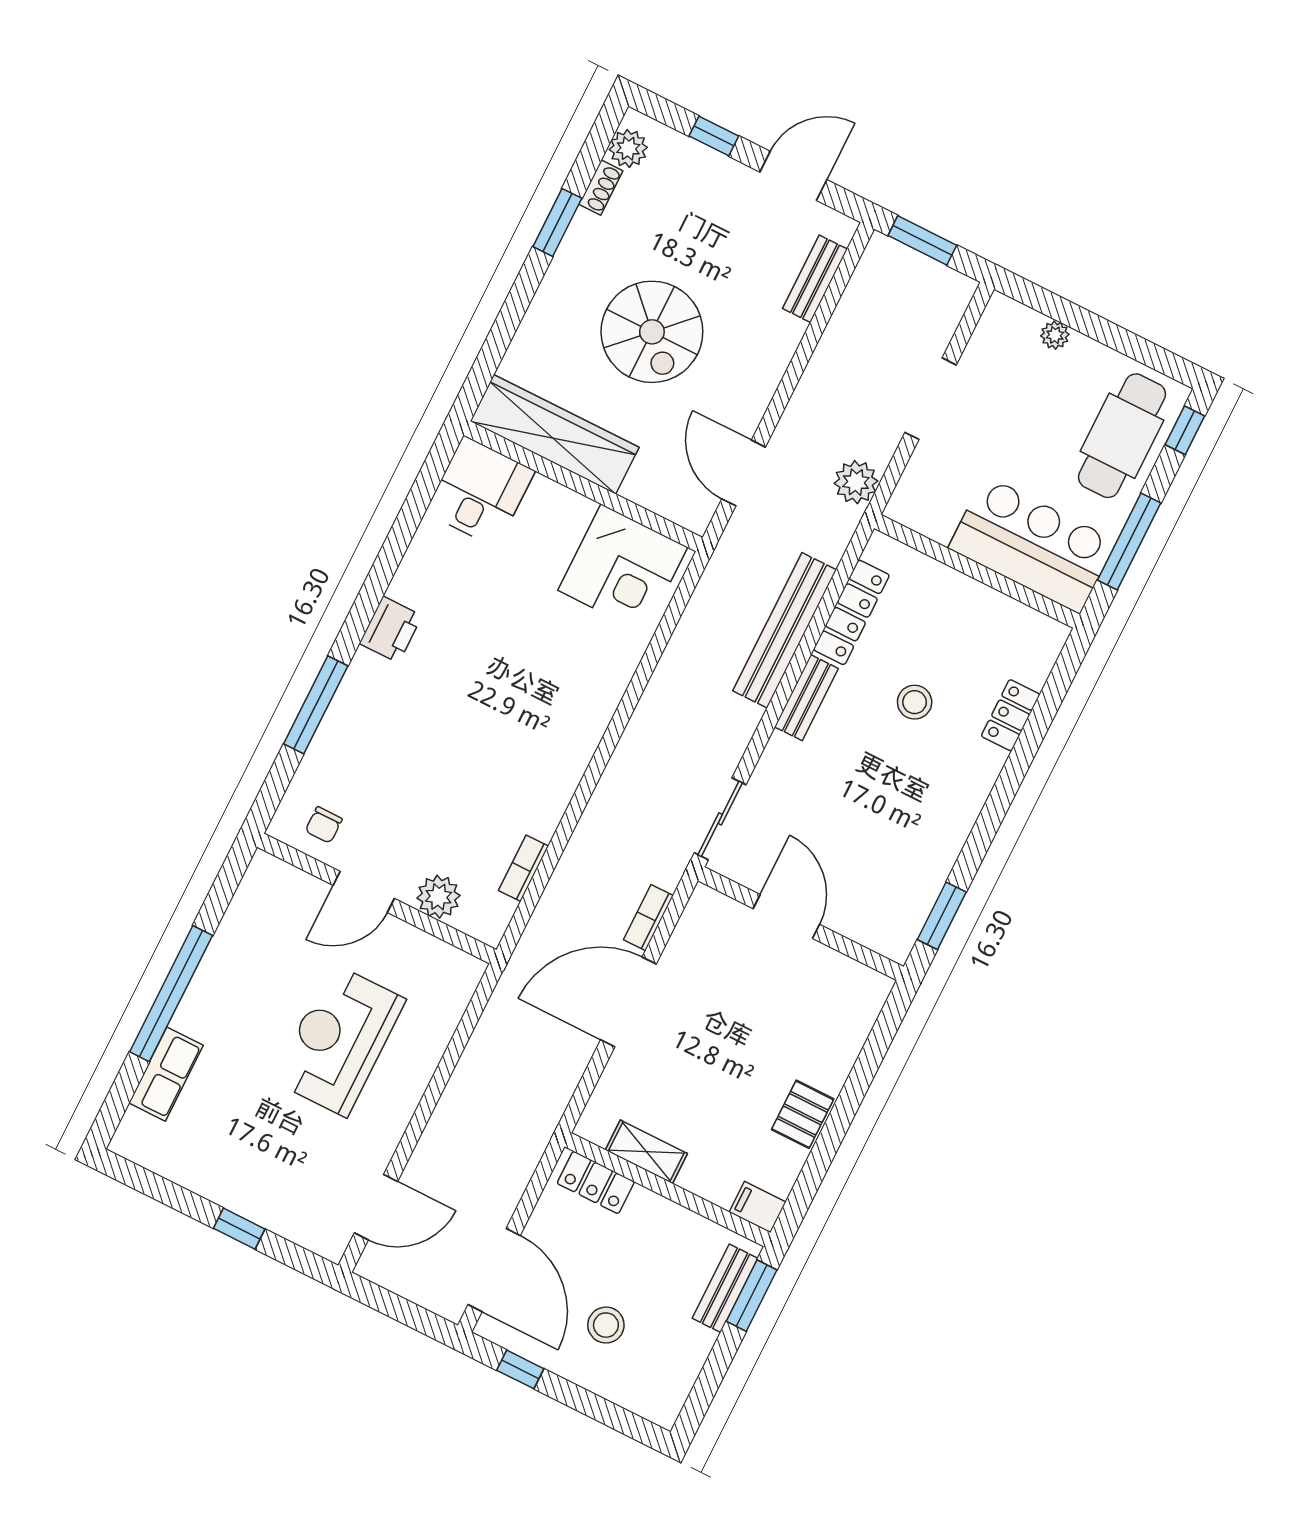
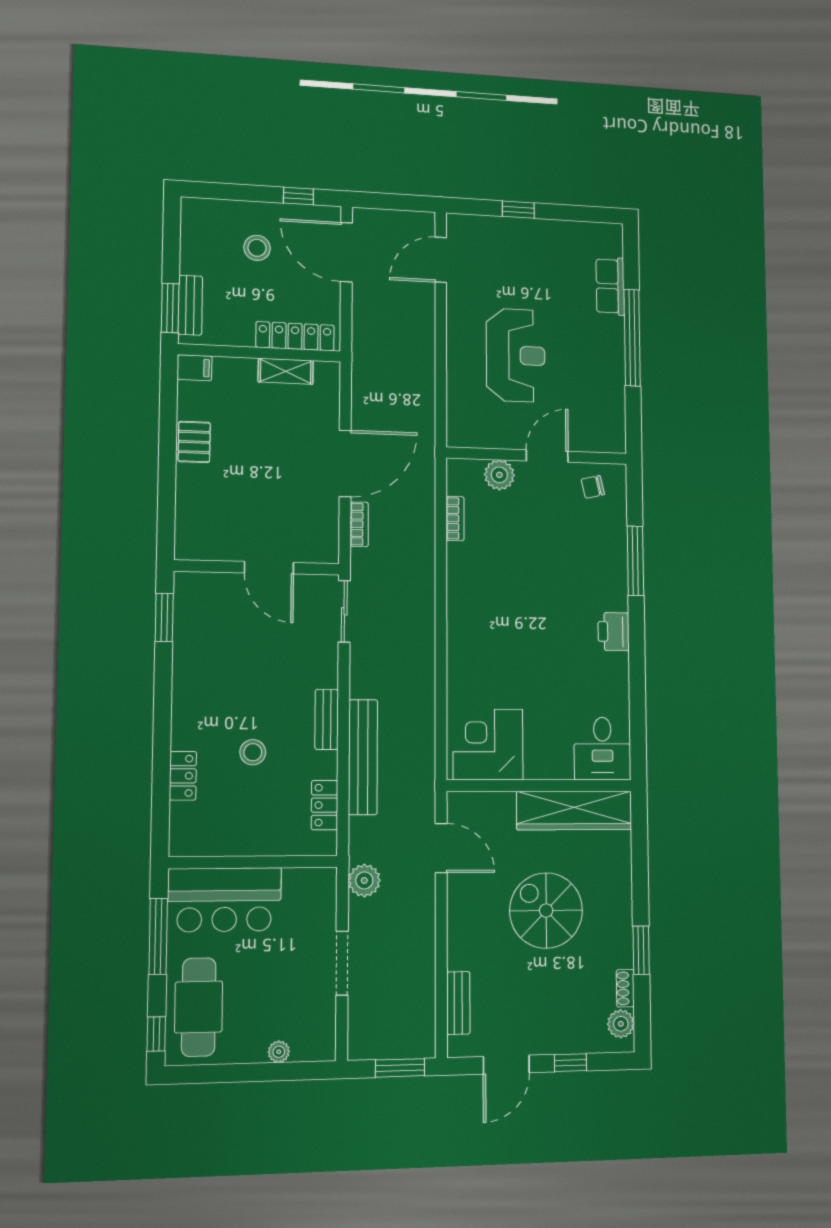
locker: (851, 612) -> (325, 805), width x0.66
chair: (324, 825) -> (593, 487), turned -103
locker: (596, 1182) -> (295, 336), width x1.53

